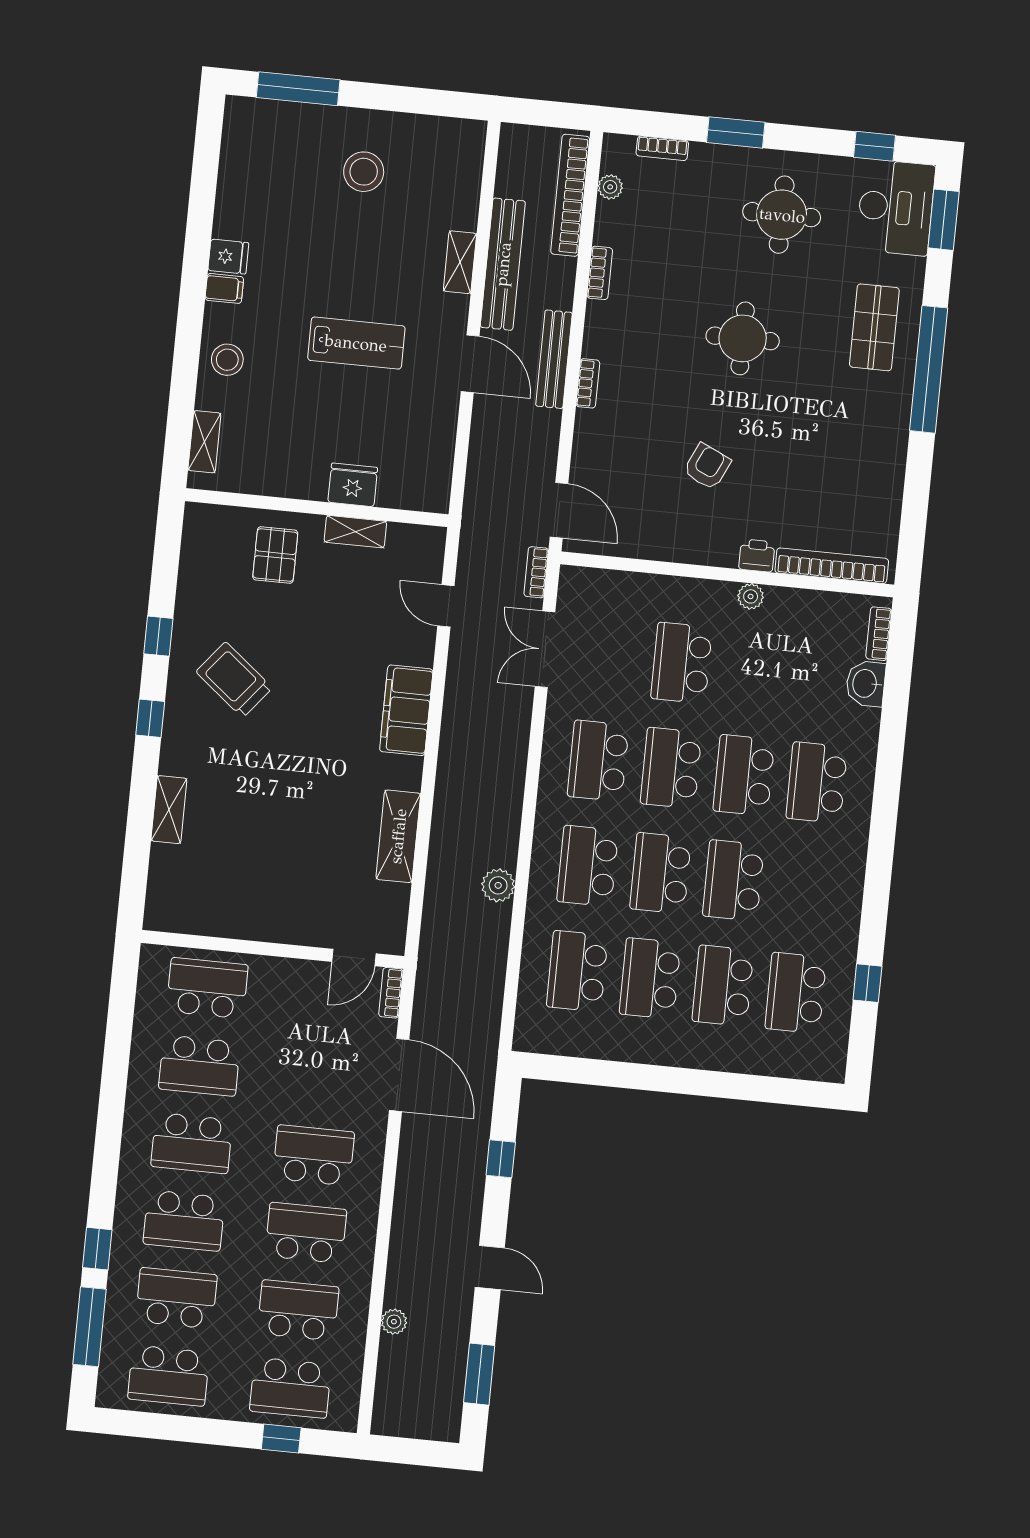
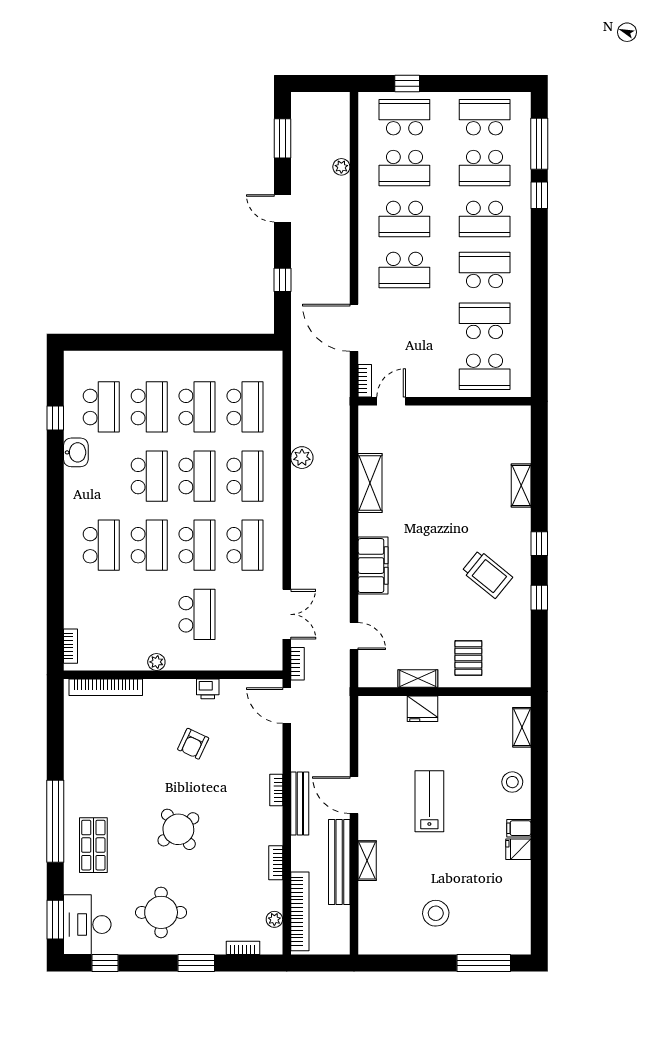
round table: (743, 338) -> (178, 829), turned -37
lab bench: (356, 343) -> (429, 801), turned 90
printer: (757, 556) -> (208, 689), moved
washbasin: (866, 684) -> (76, 452), moved
school desk: (184, 1221) -> (485, 219), turned 180

